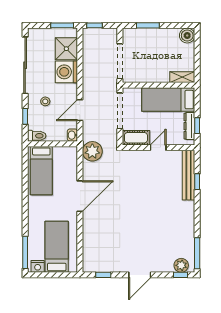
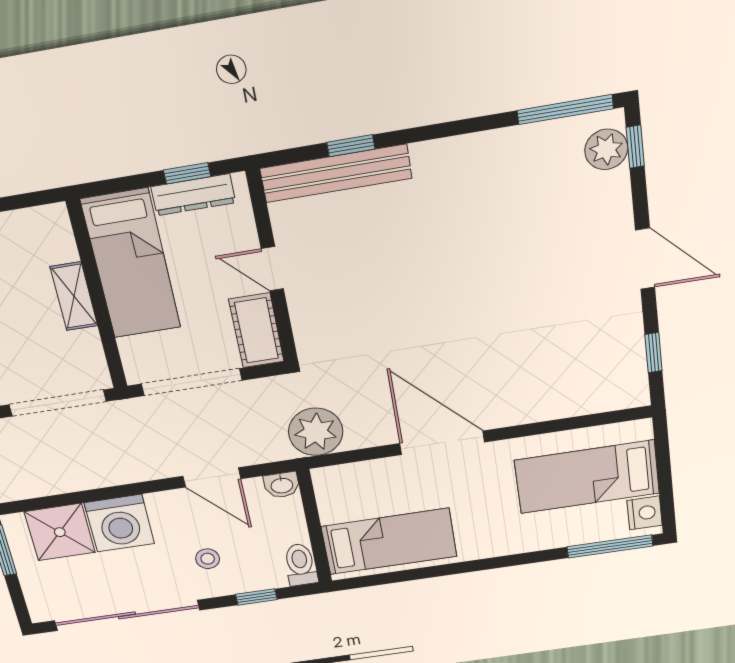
shelving: (182, 77) -> (74, 296), moved

